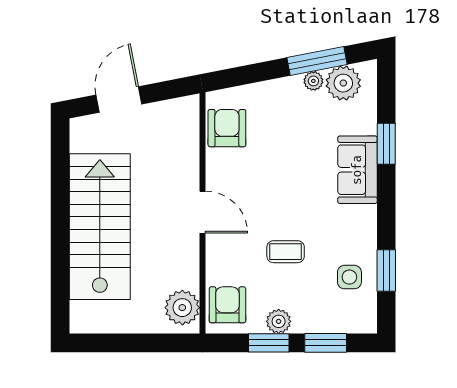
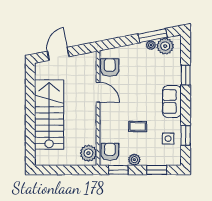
sofa: (357, 170) -> (172, 102), moved
door: (203, 212) -> (98, 92), moved
window: (269, 343) -> (118, 170), moved

